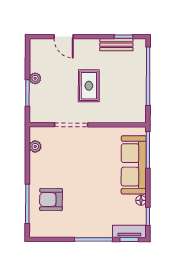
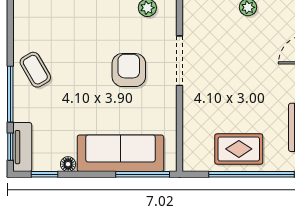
rug: (89, 86) -> (239, 149), moved
armchair: (51, 199) -> (129, 70), moved
coffee table: (77, 222) -> (35, 70), added

